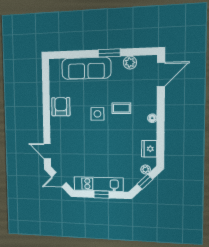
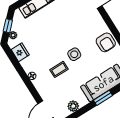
window: (109, 53) -> (103, 98), moved

